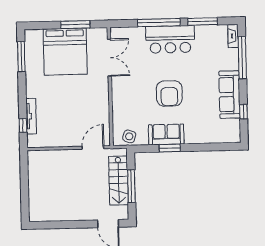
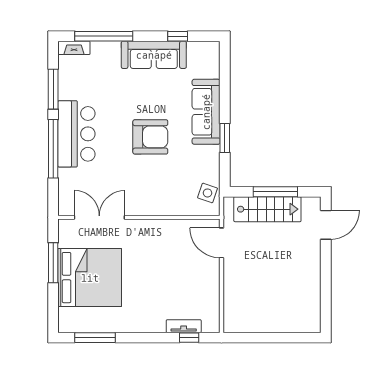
tv unit: (31, 116) -> (184, 326), width x0.71
sofa: (166, 134) -> (206, 112), moved, width x1.36

